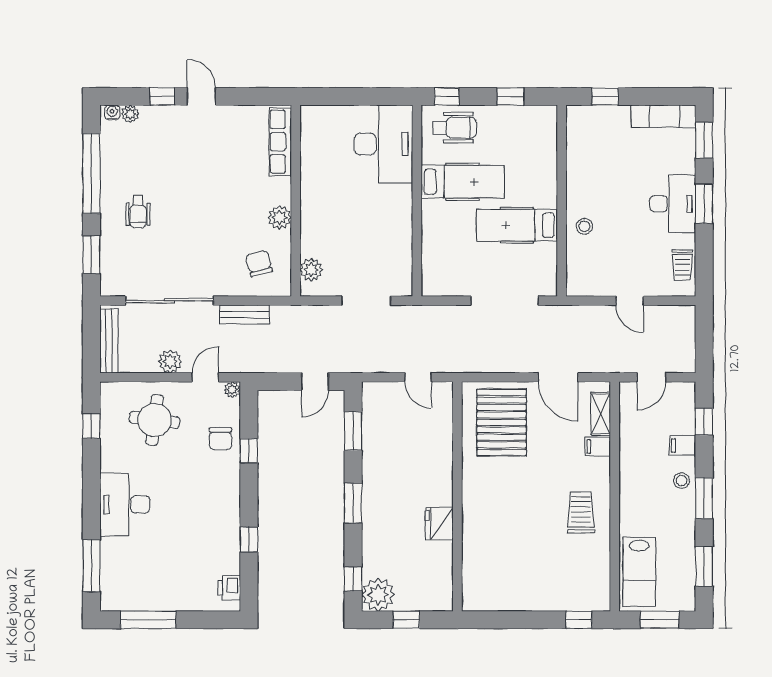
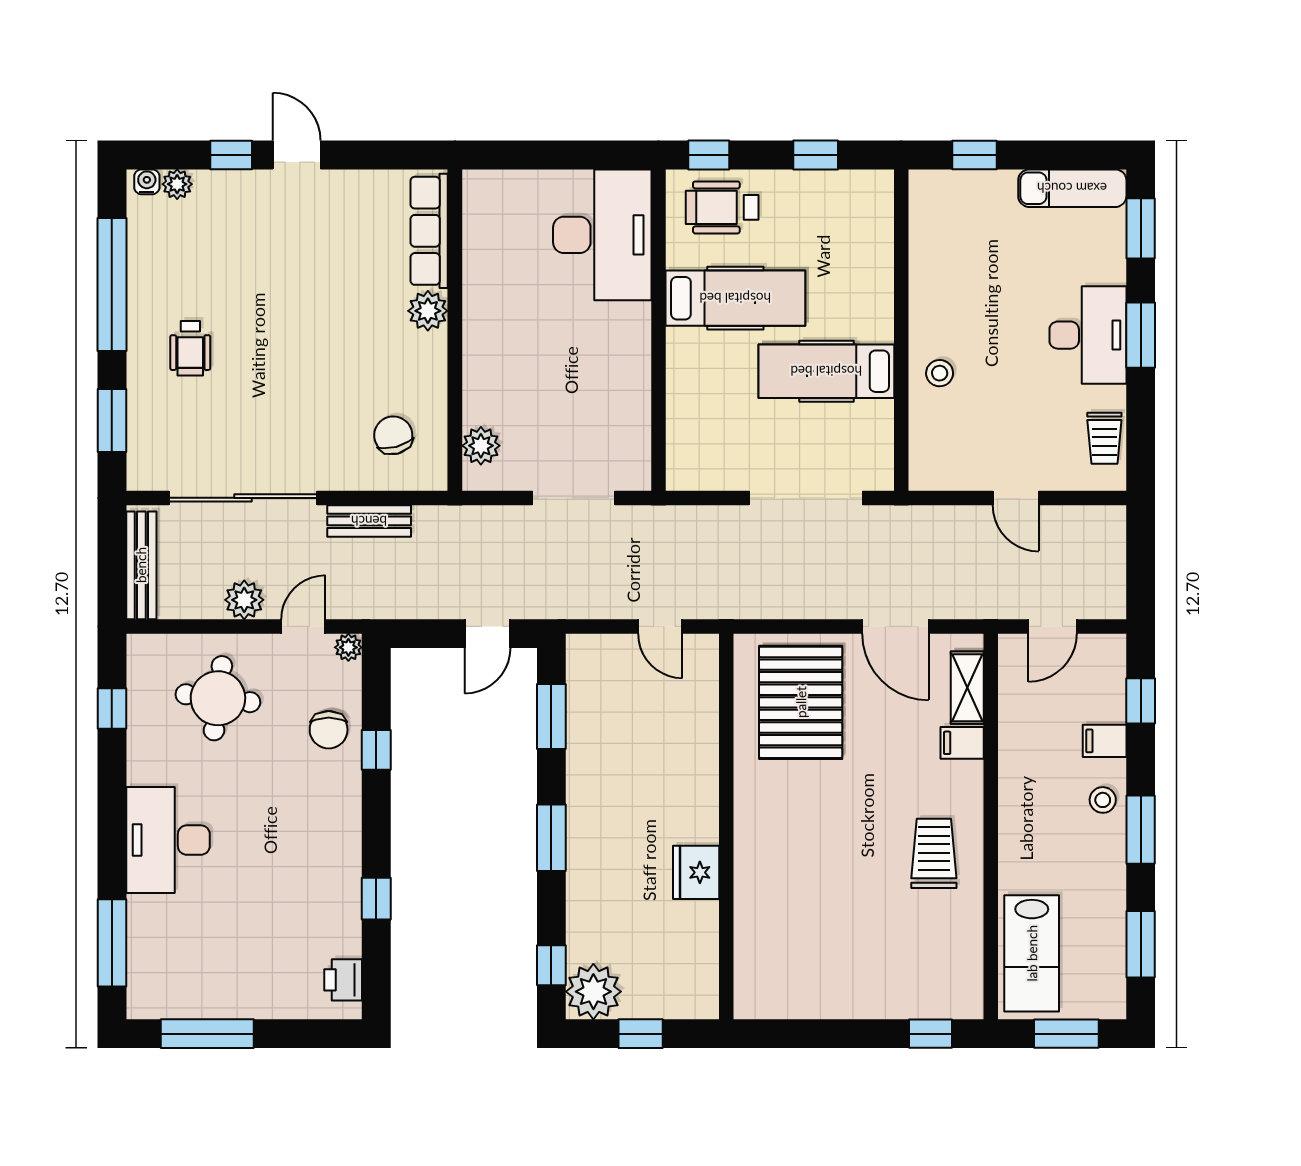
wheelchair: (455, 128) -> (722, 207), turned 180
plant: (280, 217) -> (428, 311), moved

